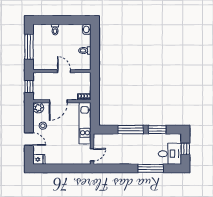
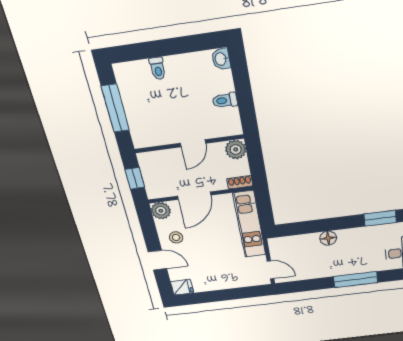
door: (64, 71) -> (193, 143), swing flipped
plant: (85, 78) -> (236, 149), added
window: (131, 130) -> (332, 224), removed
floor lamp: (127, 138) -> (328, 238), added
door: (92, 155) -> (270, 270), hinge flipped
window: (151, 168) -> (356, 280), moved

